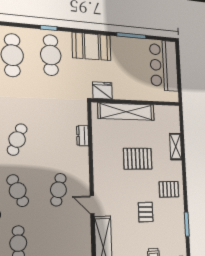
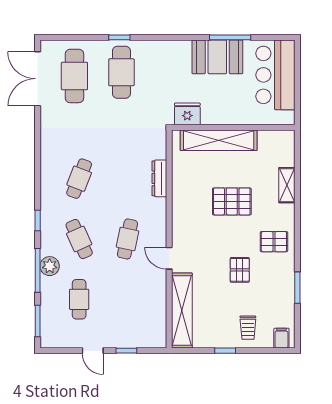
booth: (92, 46) -> (217, 57), moved
dresser: (83, 136) -> (159, 178), width x1.44

